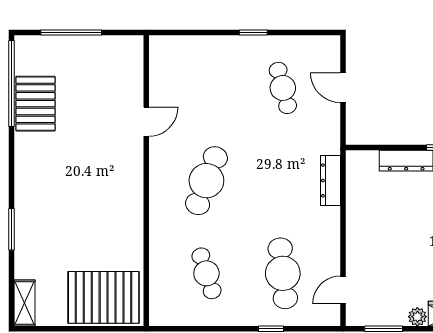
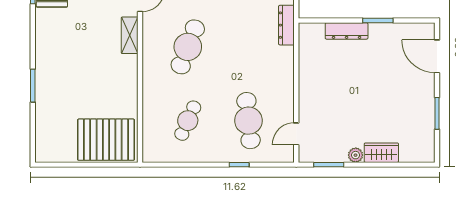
dresser: (331, 180) -> (286, 25), moved
cafe table: (206, 273) -> (188, 121), turned 42
shelving: (25, 303) -> (130, 35), moved

